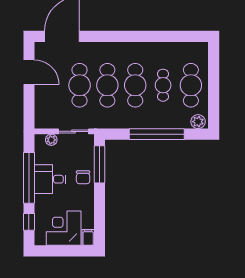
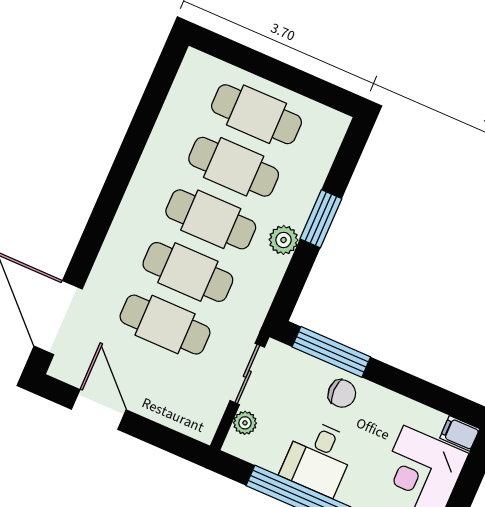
door: (29, 72) -> (99, 409), hinge flipped
cafe table: (163, 85) -> (234, 167), width x1.37, depth x1.35
plant: (198, 122) -> (284, 240), moved
window: (157, 134) -> (321, 219), width x0.47

